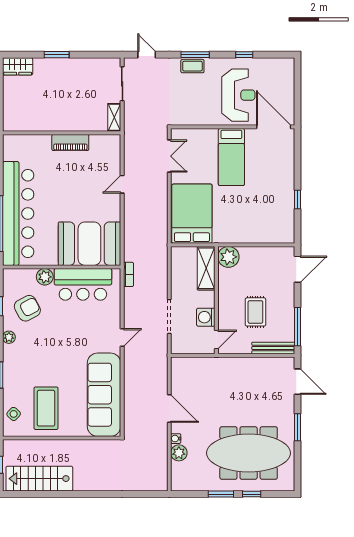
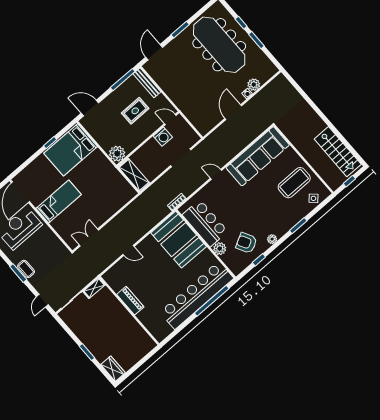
bed: (192, 214) -> (71, 150), moved
shelving: (206, 268) -> (134, 175), moved, turned 90

